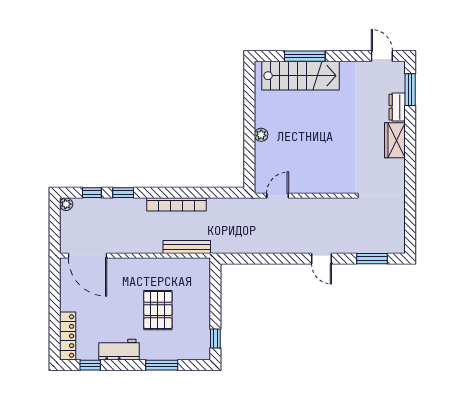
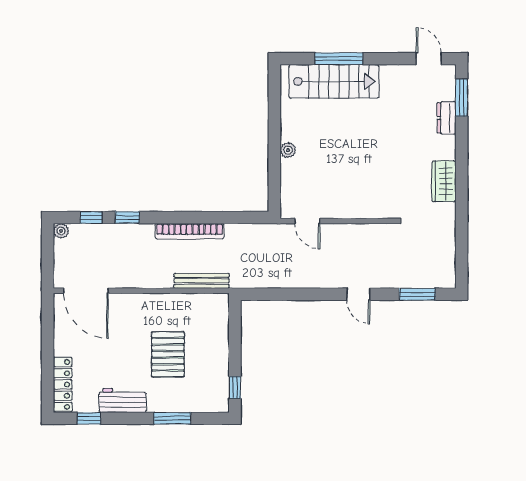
wardrobe: (395, 140) -> (444, 181), moved
door: (278, 196) -> (307, 221), swing flipped

